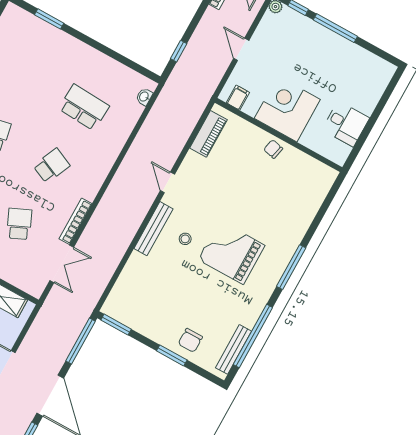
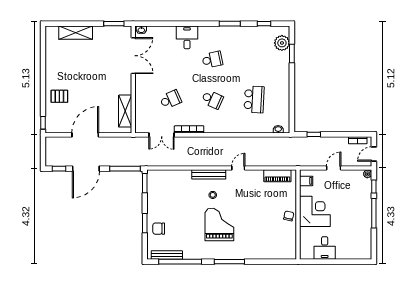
plant: (27, 25) -> (282, 43), added

